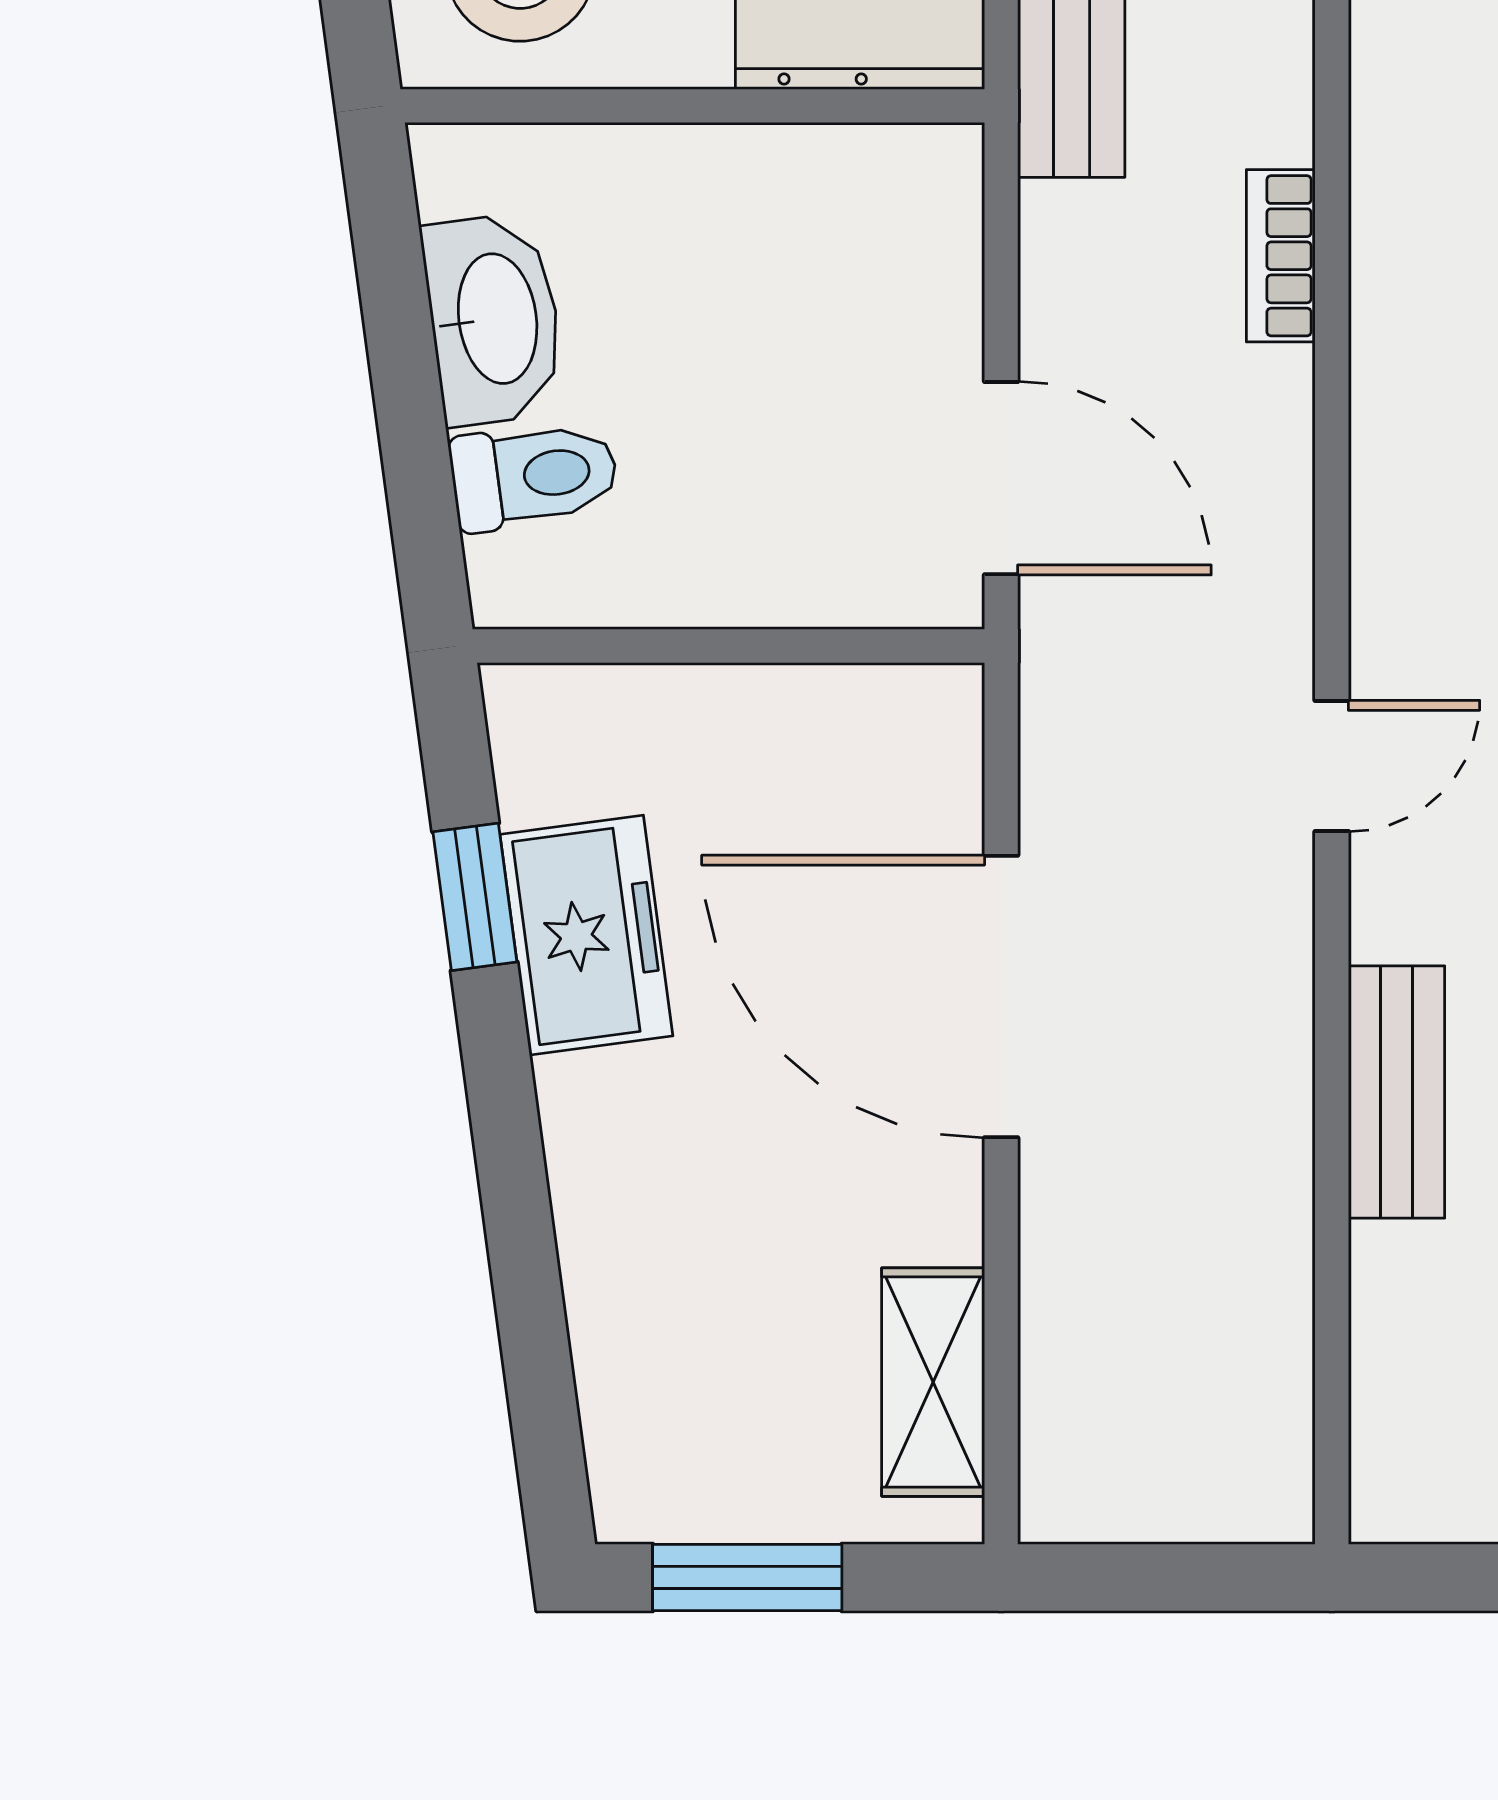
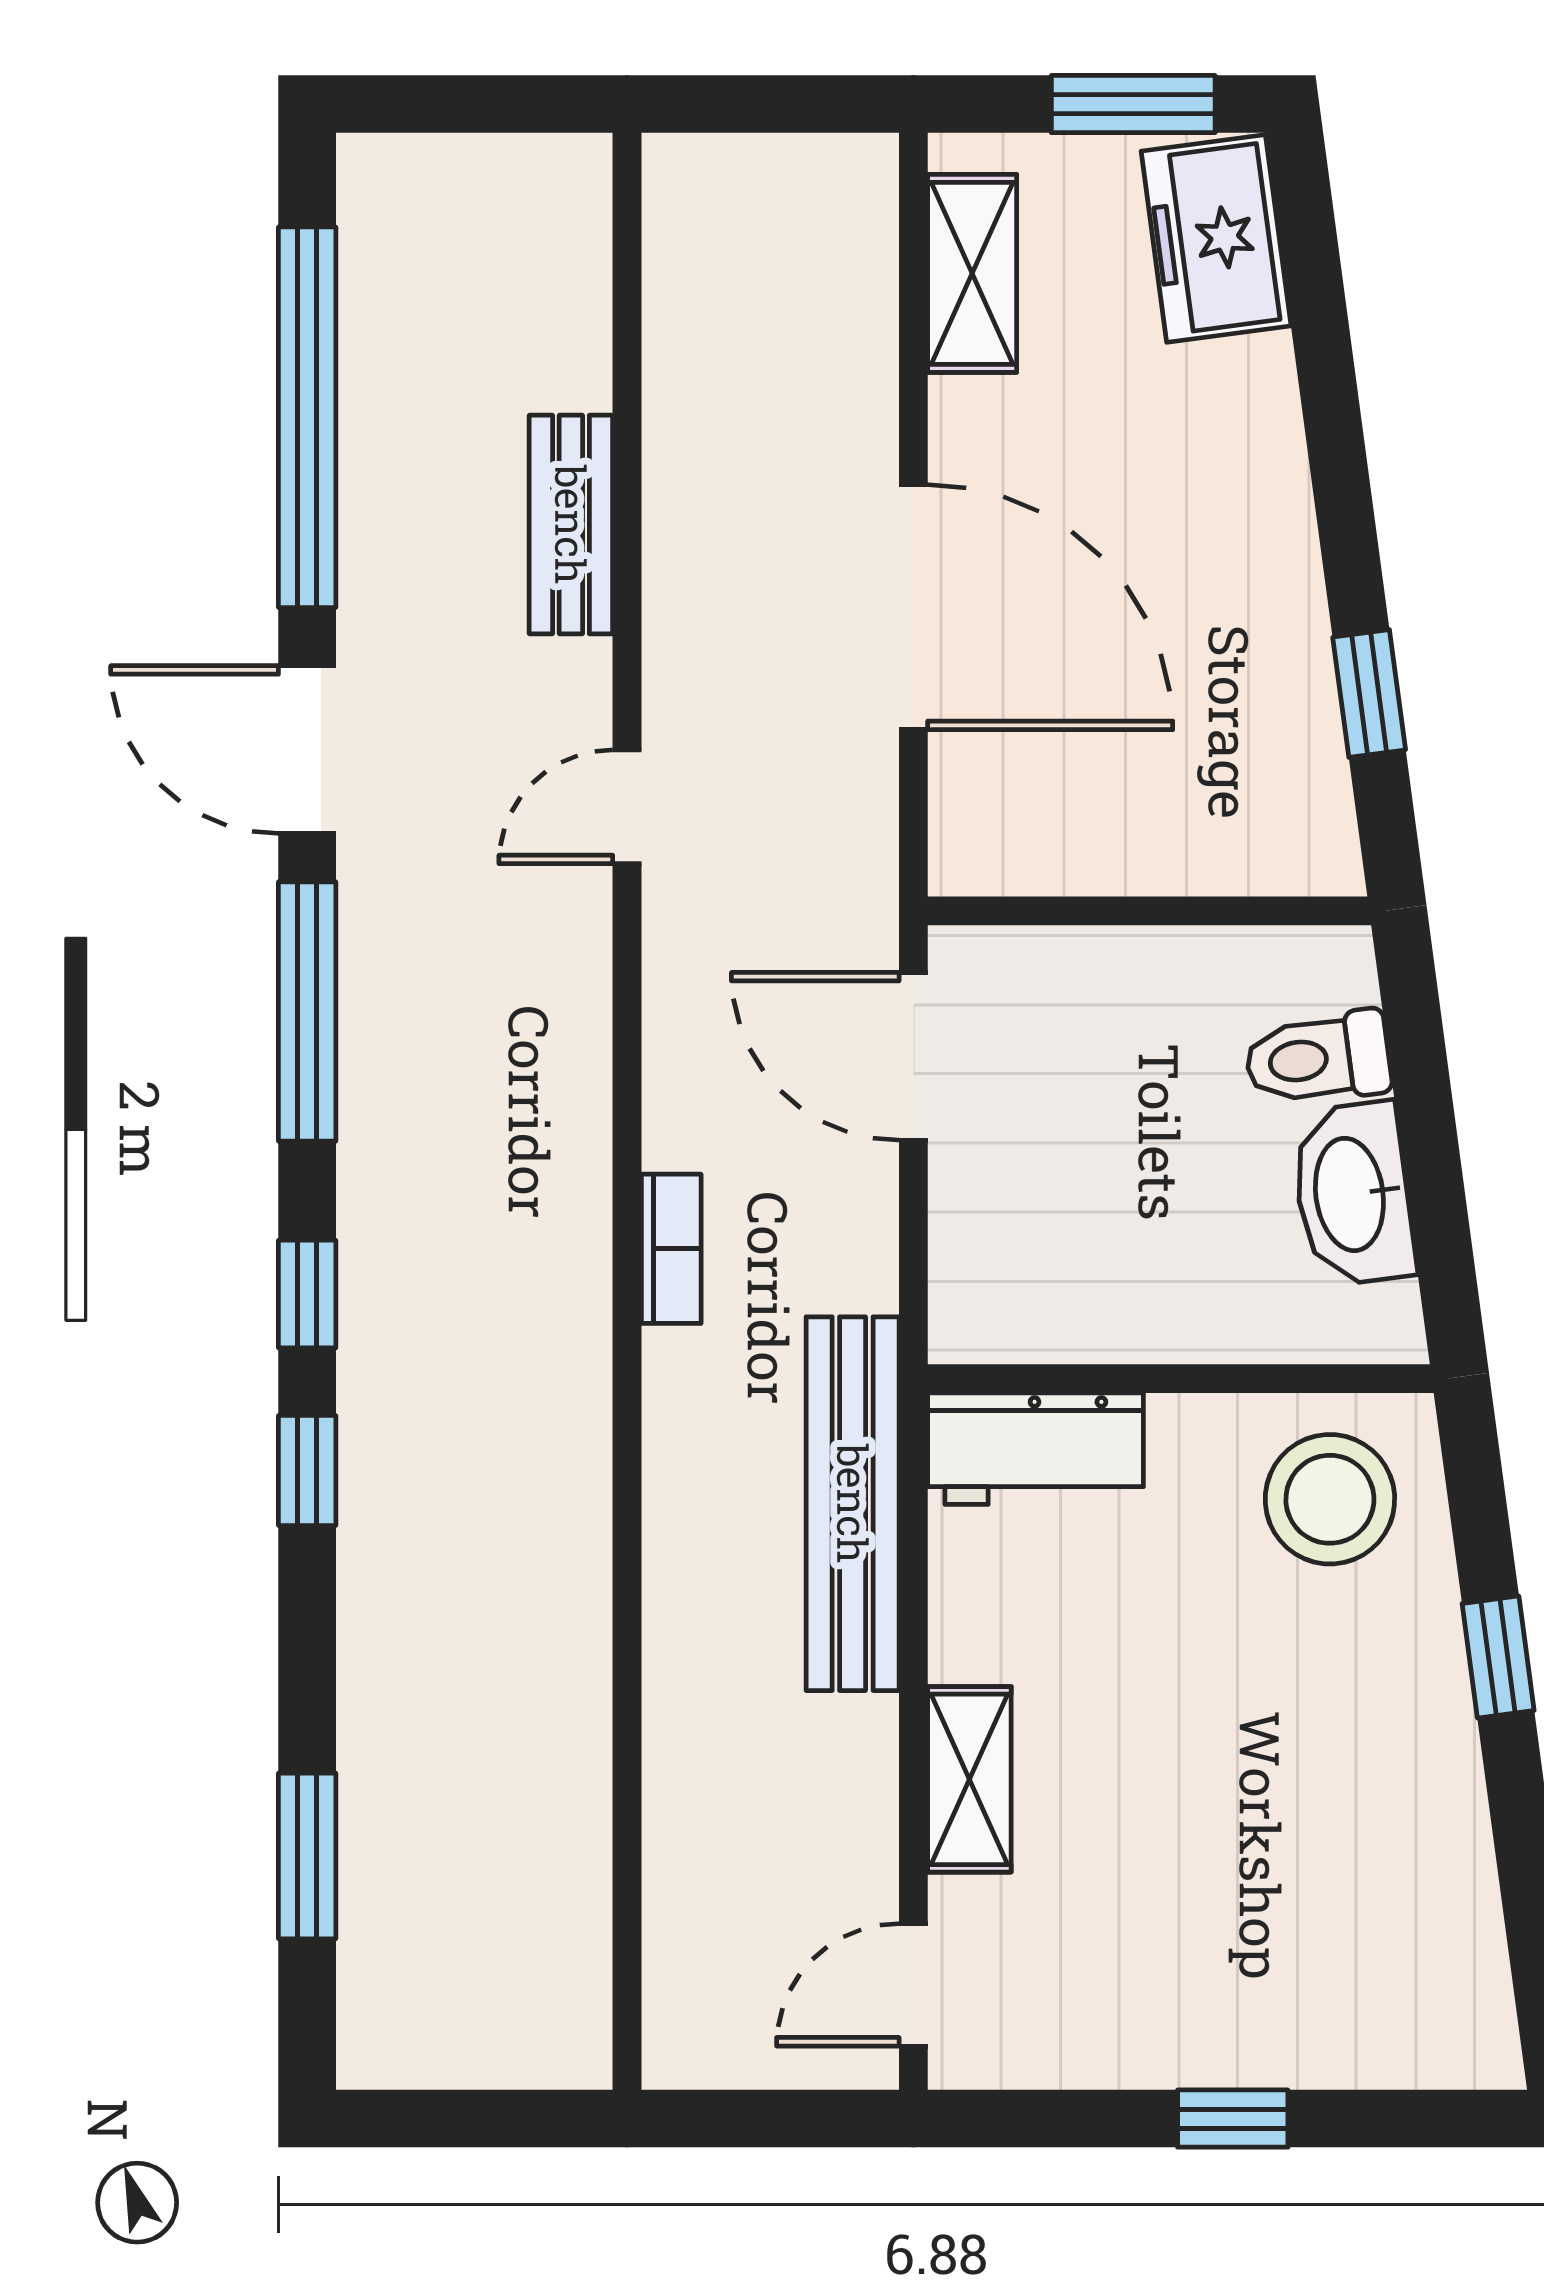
freezer: (586, 935) -> (1216, 238), moved

